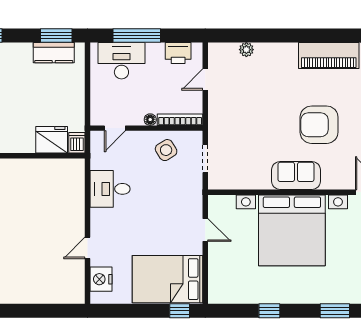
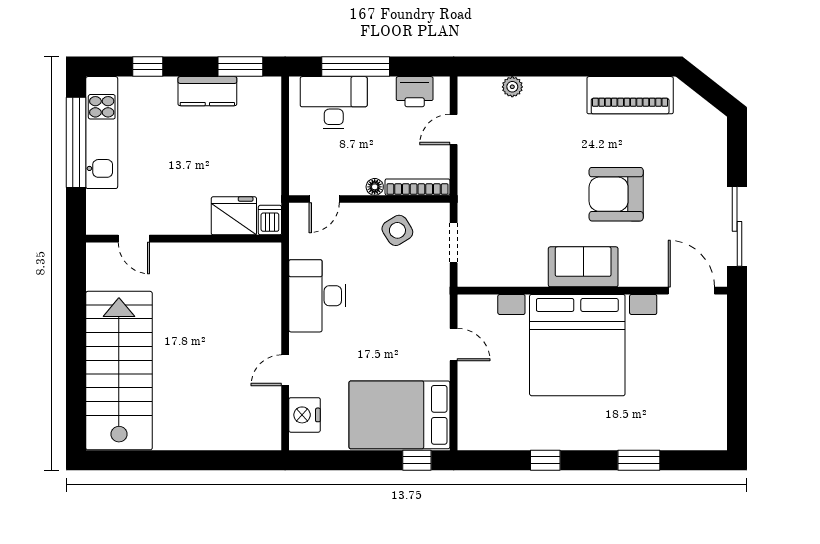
kitchen counter: (54, 53) -> (207, 91), moved
desk: (110, 189) -> (317, 296), width x1.37

